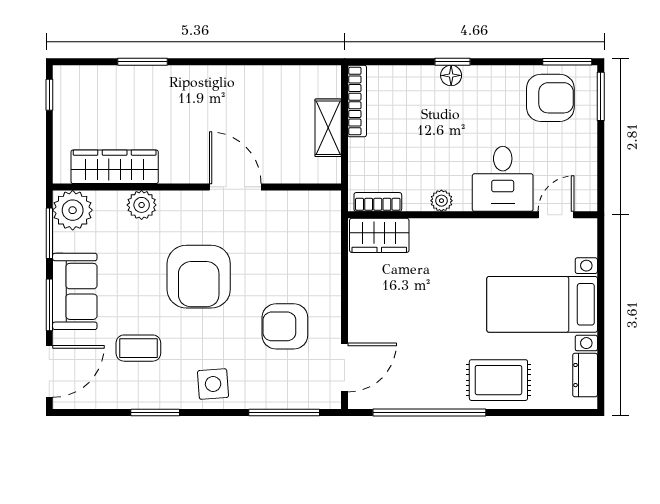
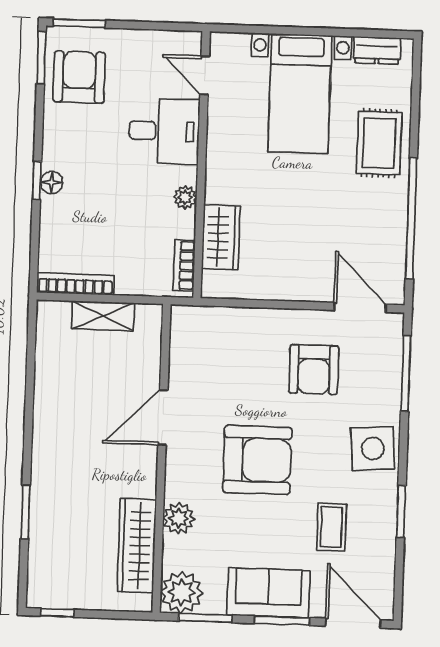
wardrobe: (379, 235) -> (221, 237), moved
side table: (213, 384) -> (373, 449), width x1.37, depth x1.37

